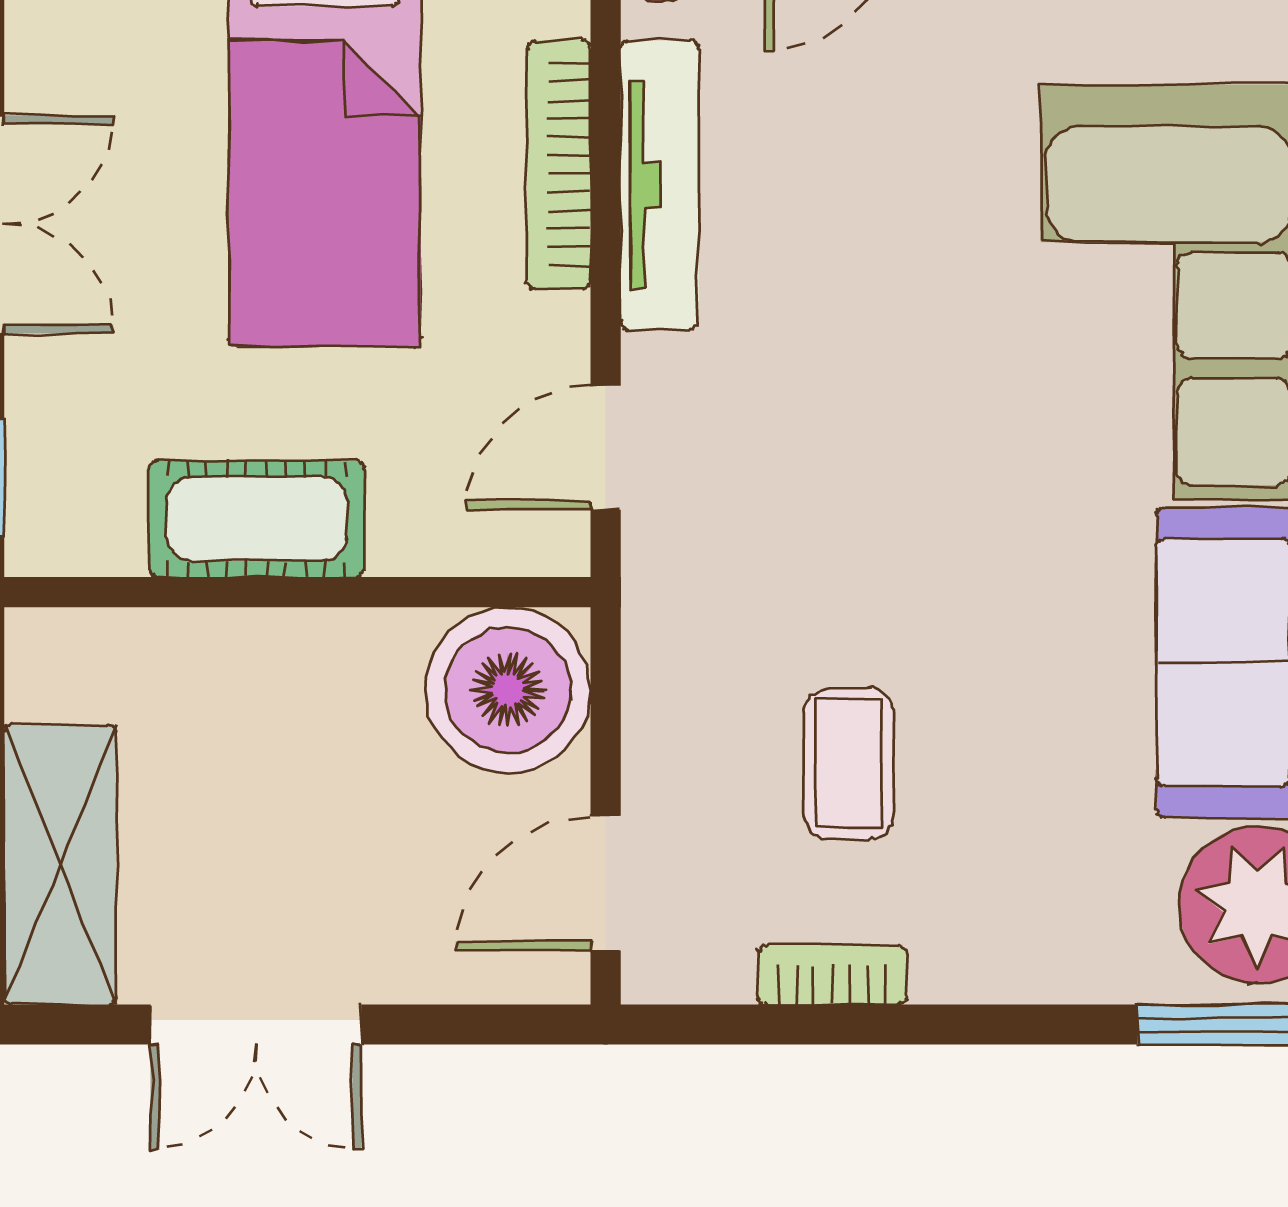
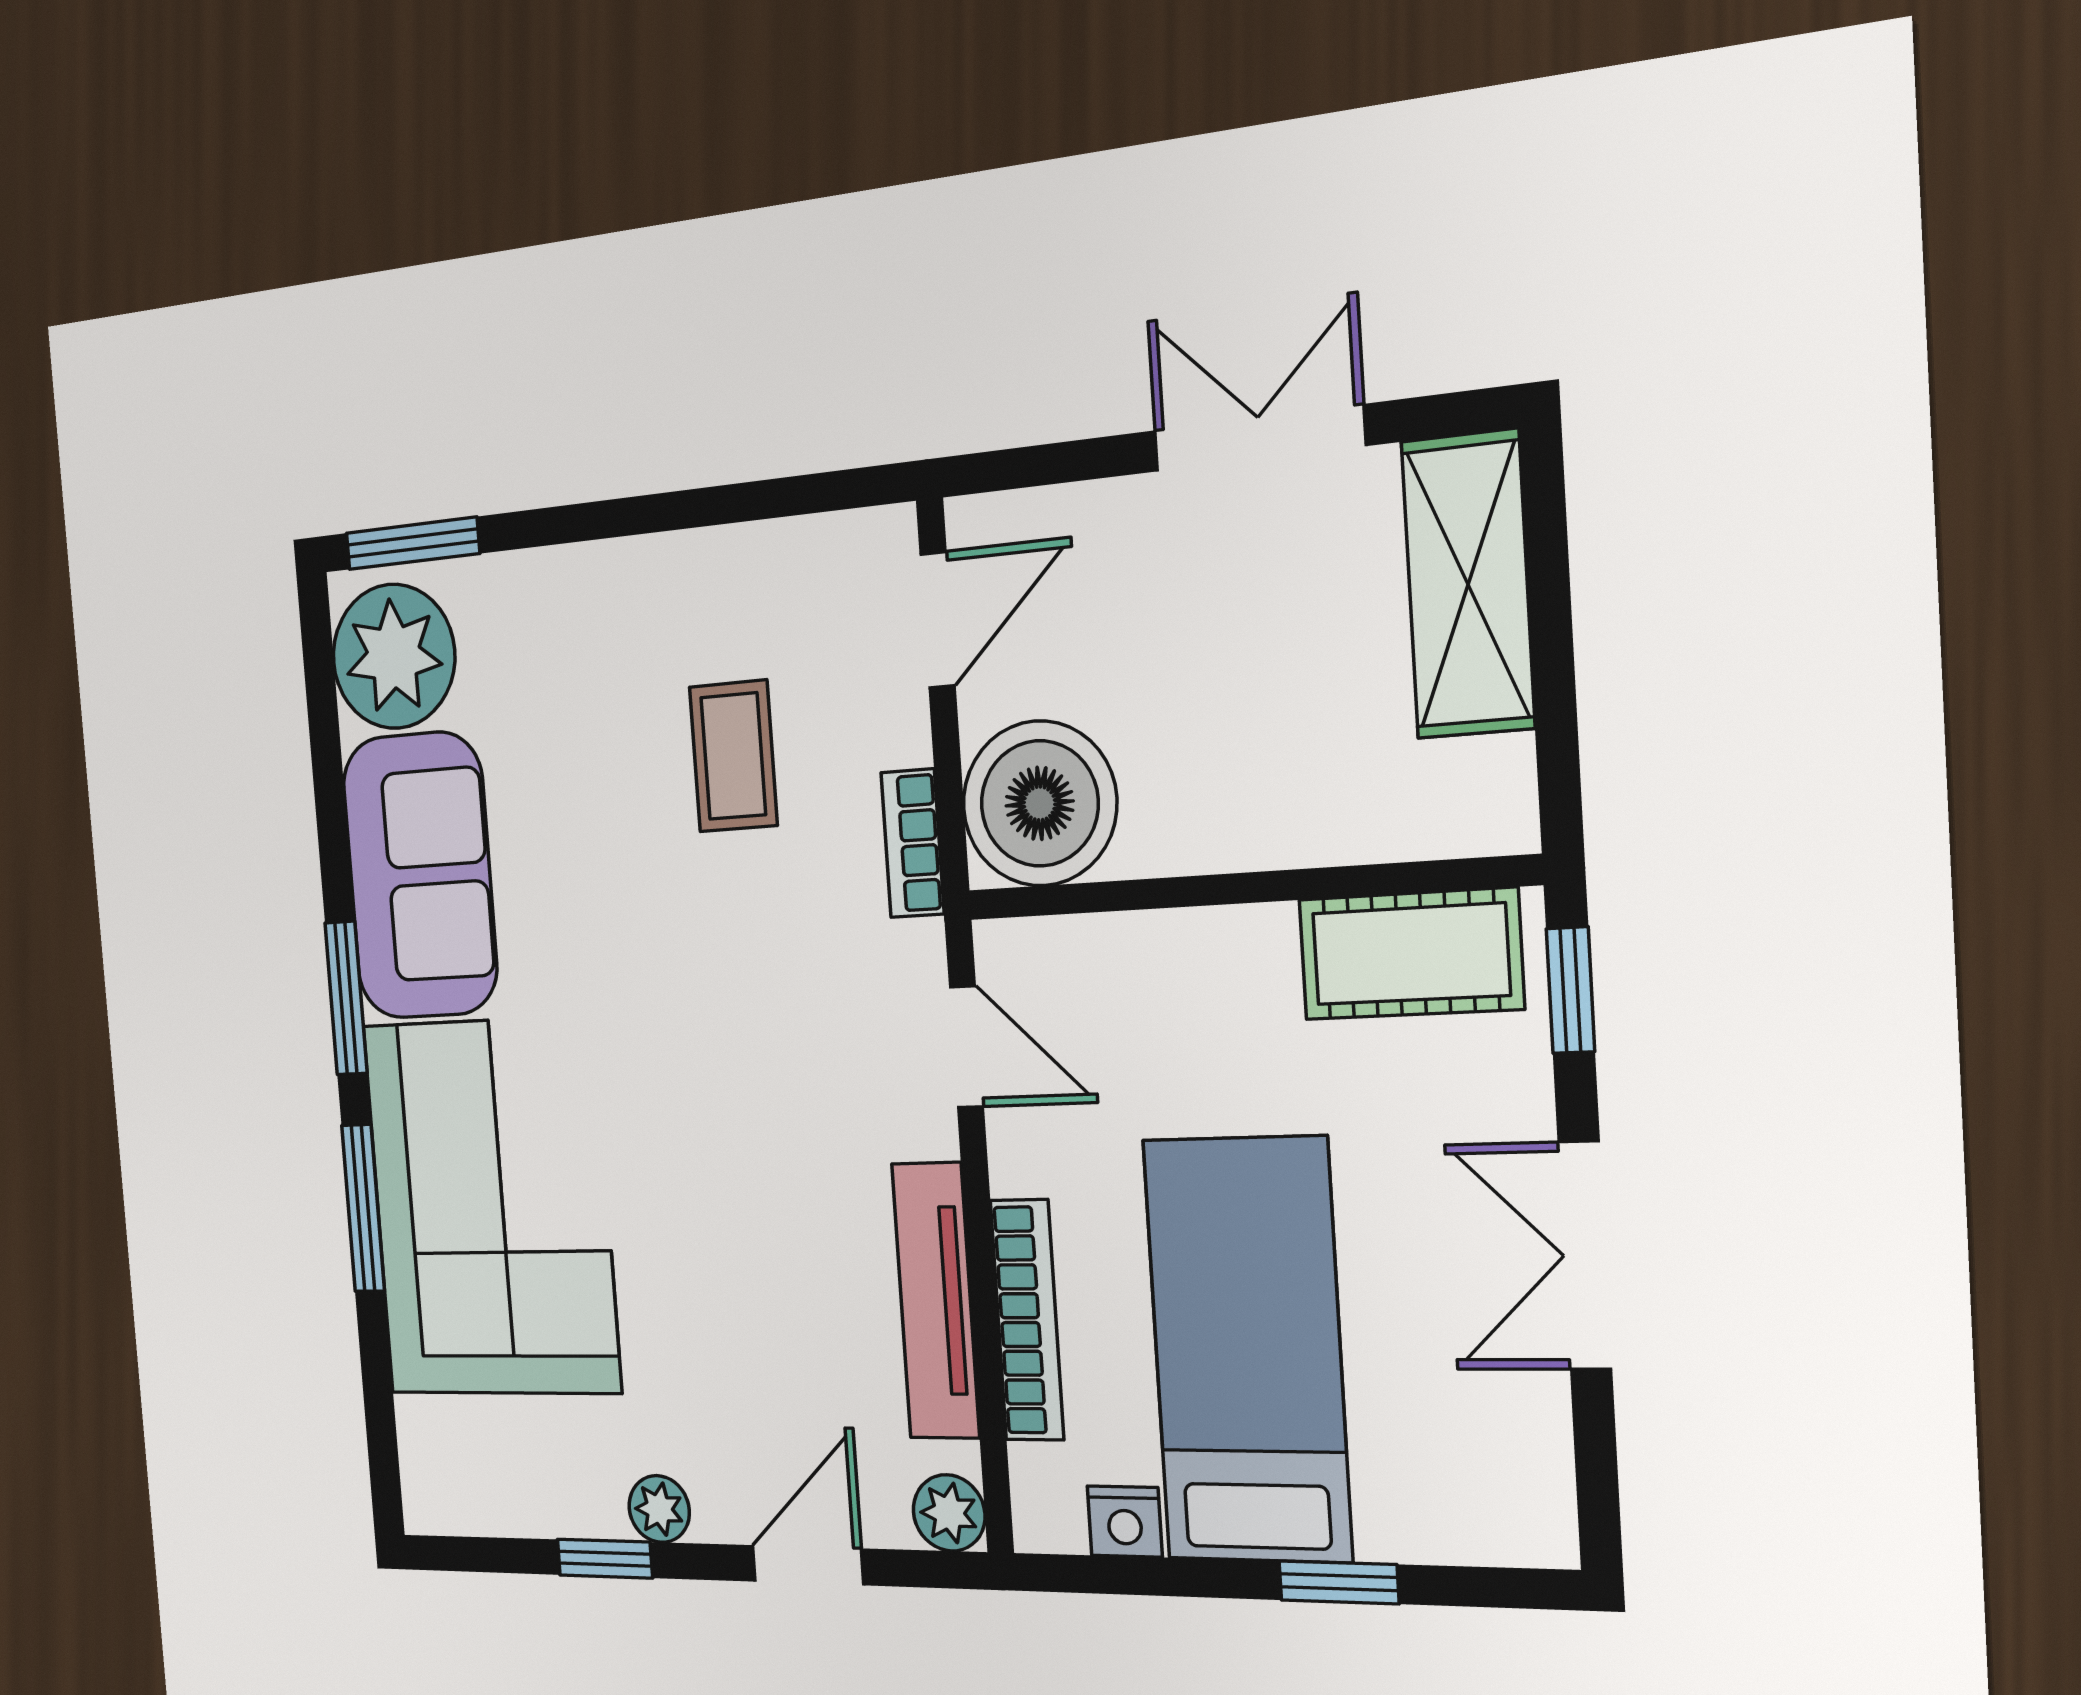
door: (606, 448) -> (966, 1047), hinge flipped
cot: (257, 519) -> (1411, 954), moved
bookcase: (832, 975) -> (913, 843), moved, turned 90

